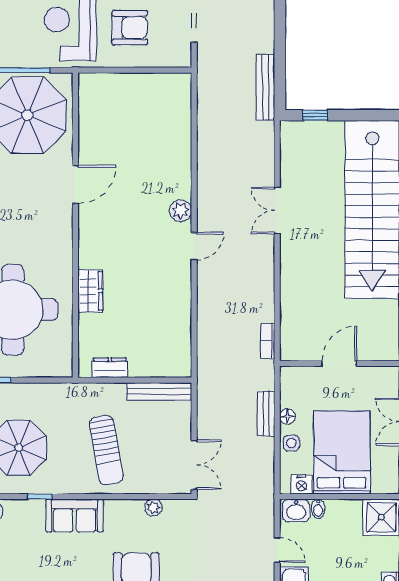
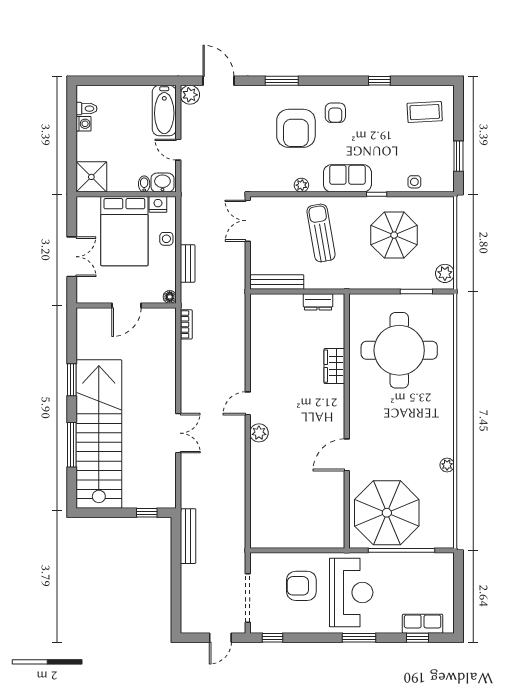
floor lamp: (287, 417) -> (170, 297), moved
plant: (153, 507) -> (301, 185), moved

